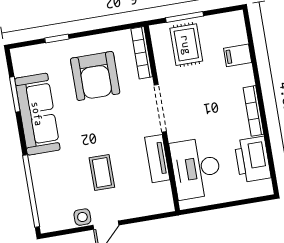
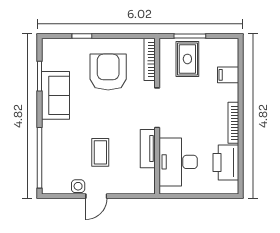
armchair: (95, 76) -> (108, 72), turned 180
sofa: (37, 114) -> (55, 95), width x0.73

